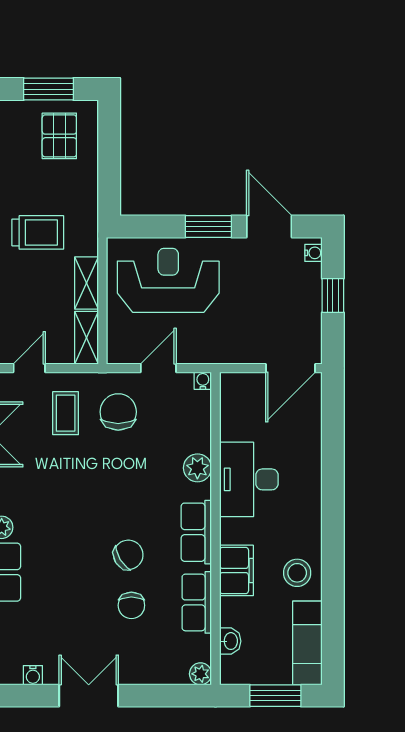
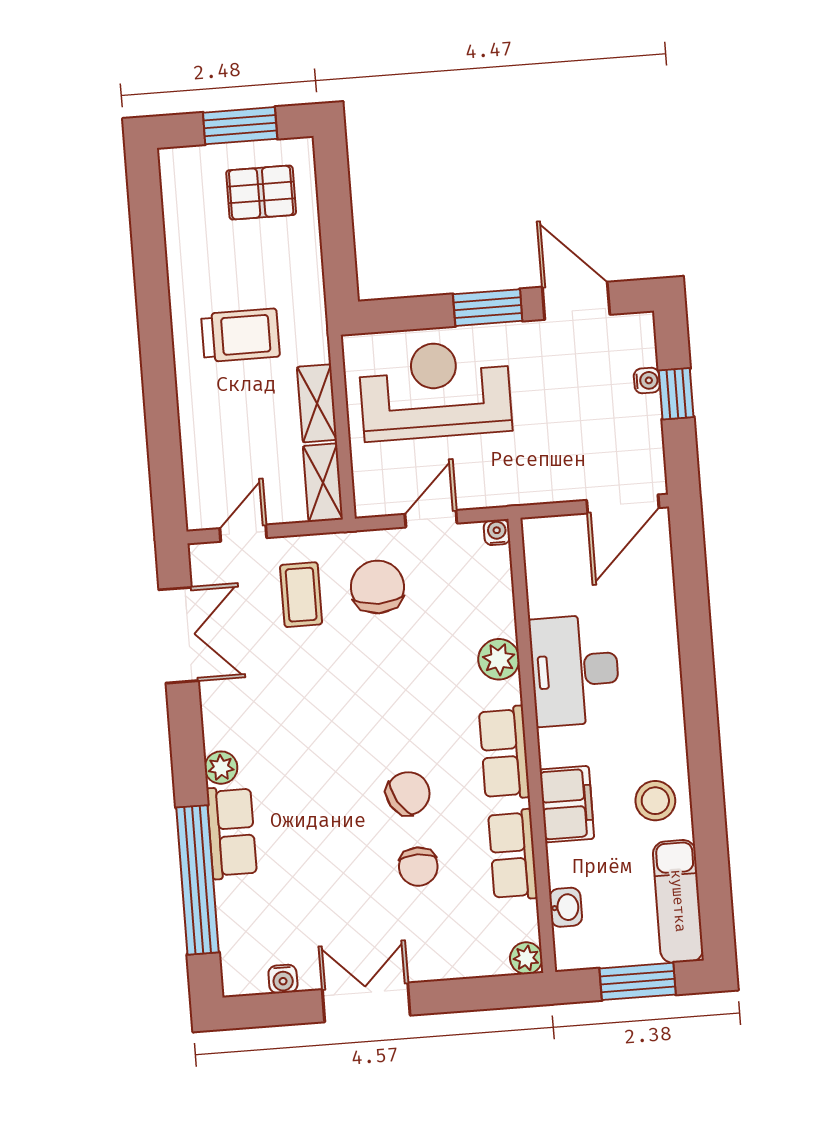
pallet: (59, 136) -> (261, 193), turned 90
water cooler: (313, 253) -> (647, 381), moved

